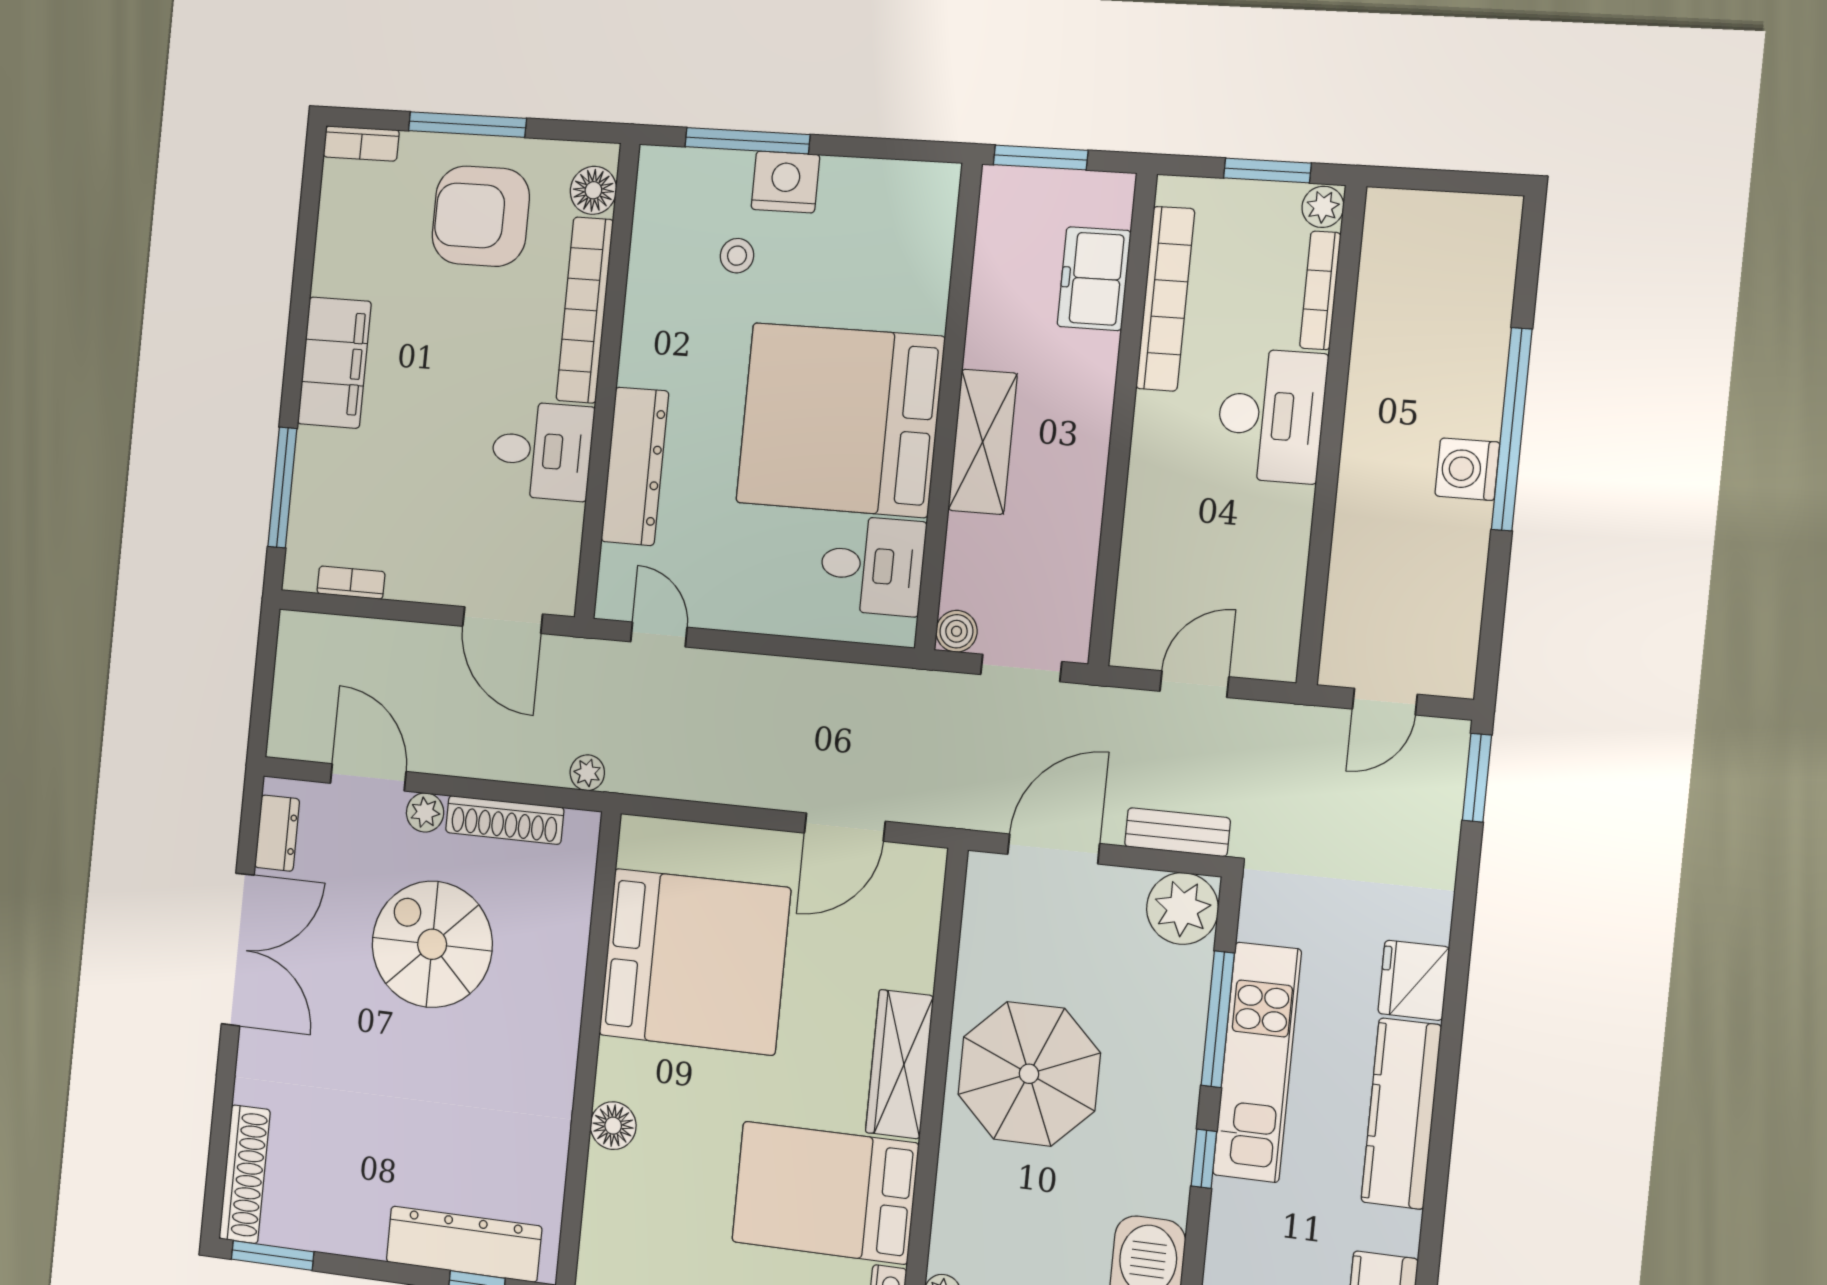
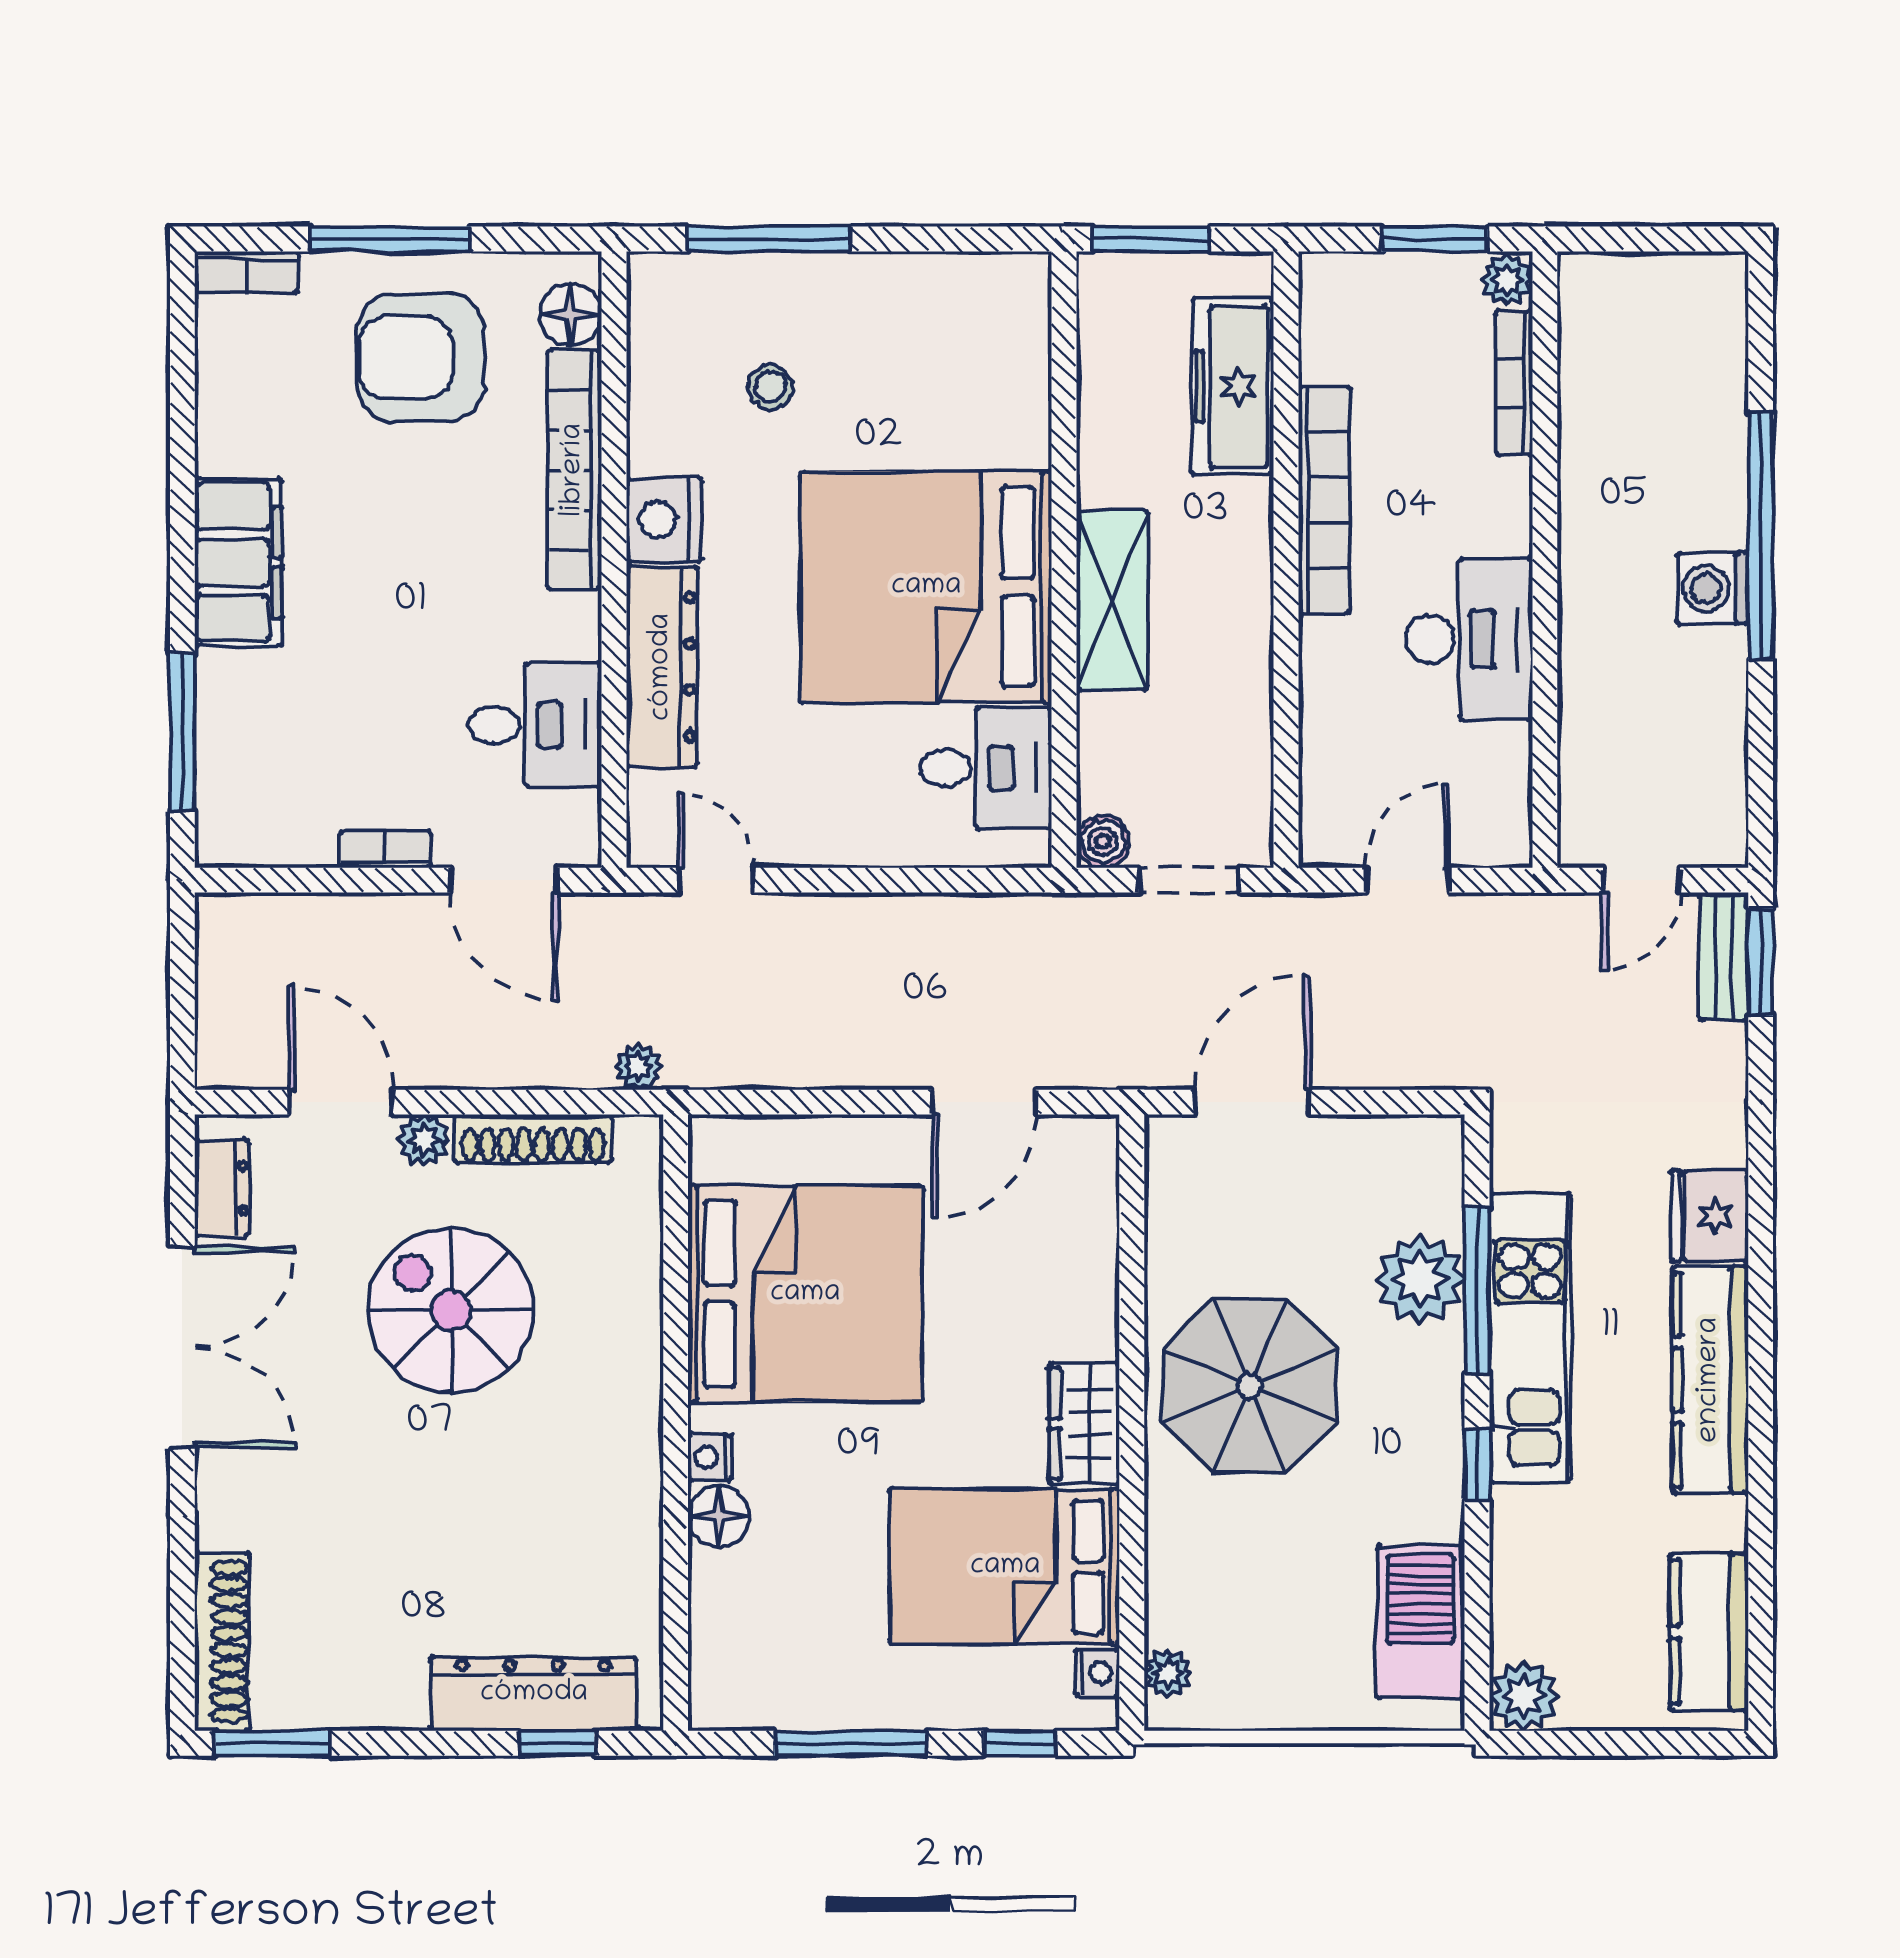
nightstand: (785, 182) -> (664, 520), moved, turned -90
freezer: (1094, 279) -> (1233, 386), width x1.40
bookcase: (1165, 299) -> (1324, 500), moved
desk: (1271, 416) -> (1469, 639), moved
desk: (542, 451) -> (535, 725), moved
bookcase: (351, 583) -> (386, 849), moved
bench: (1177, 832) -> (1724, 956), moved, turned 90
plant: (1182, 908) -> (1420, 1279), moved
wardrobe: (900, 1064) -> (1084, 1424), width x0.67
nightstand: (611, 1079) -> (710, 1457), added

